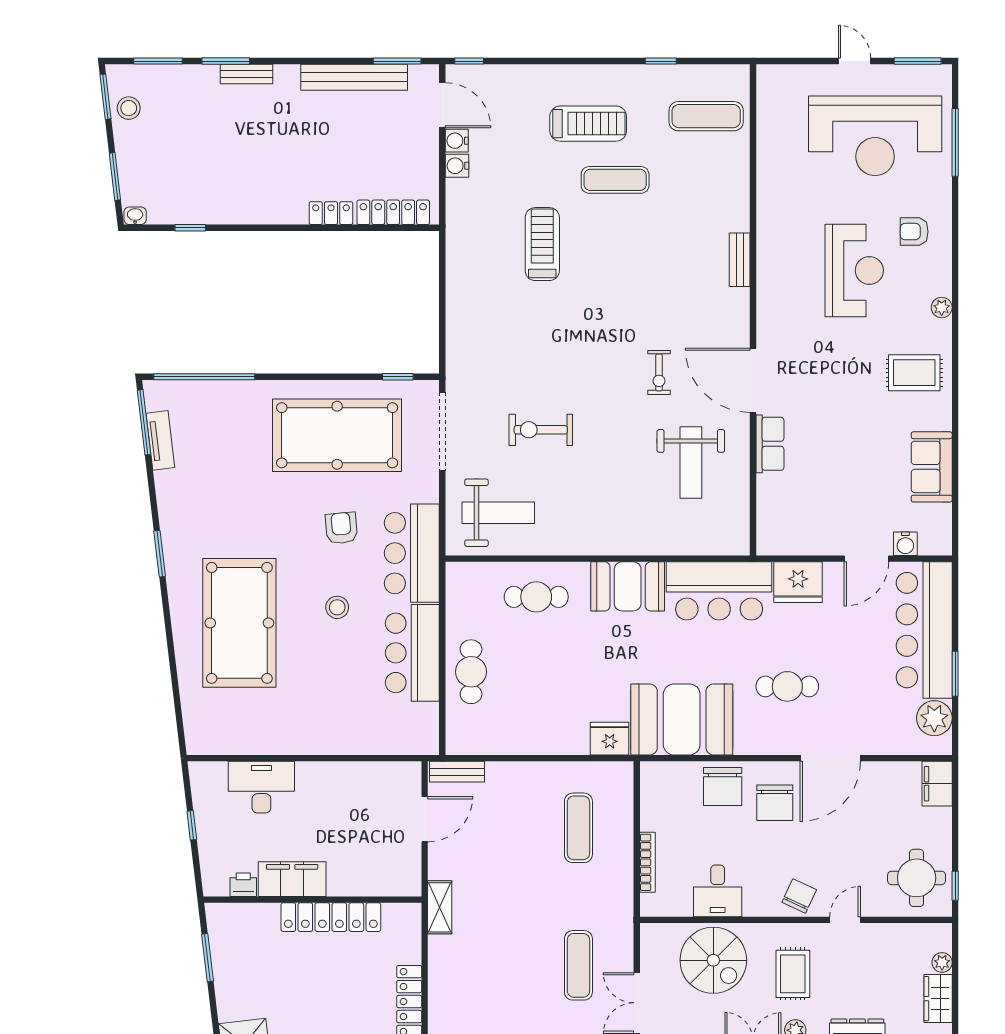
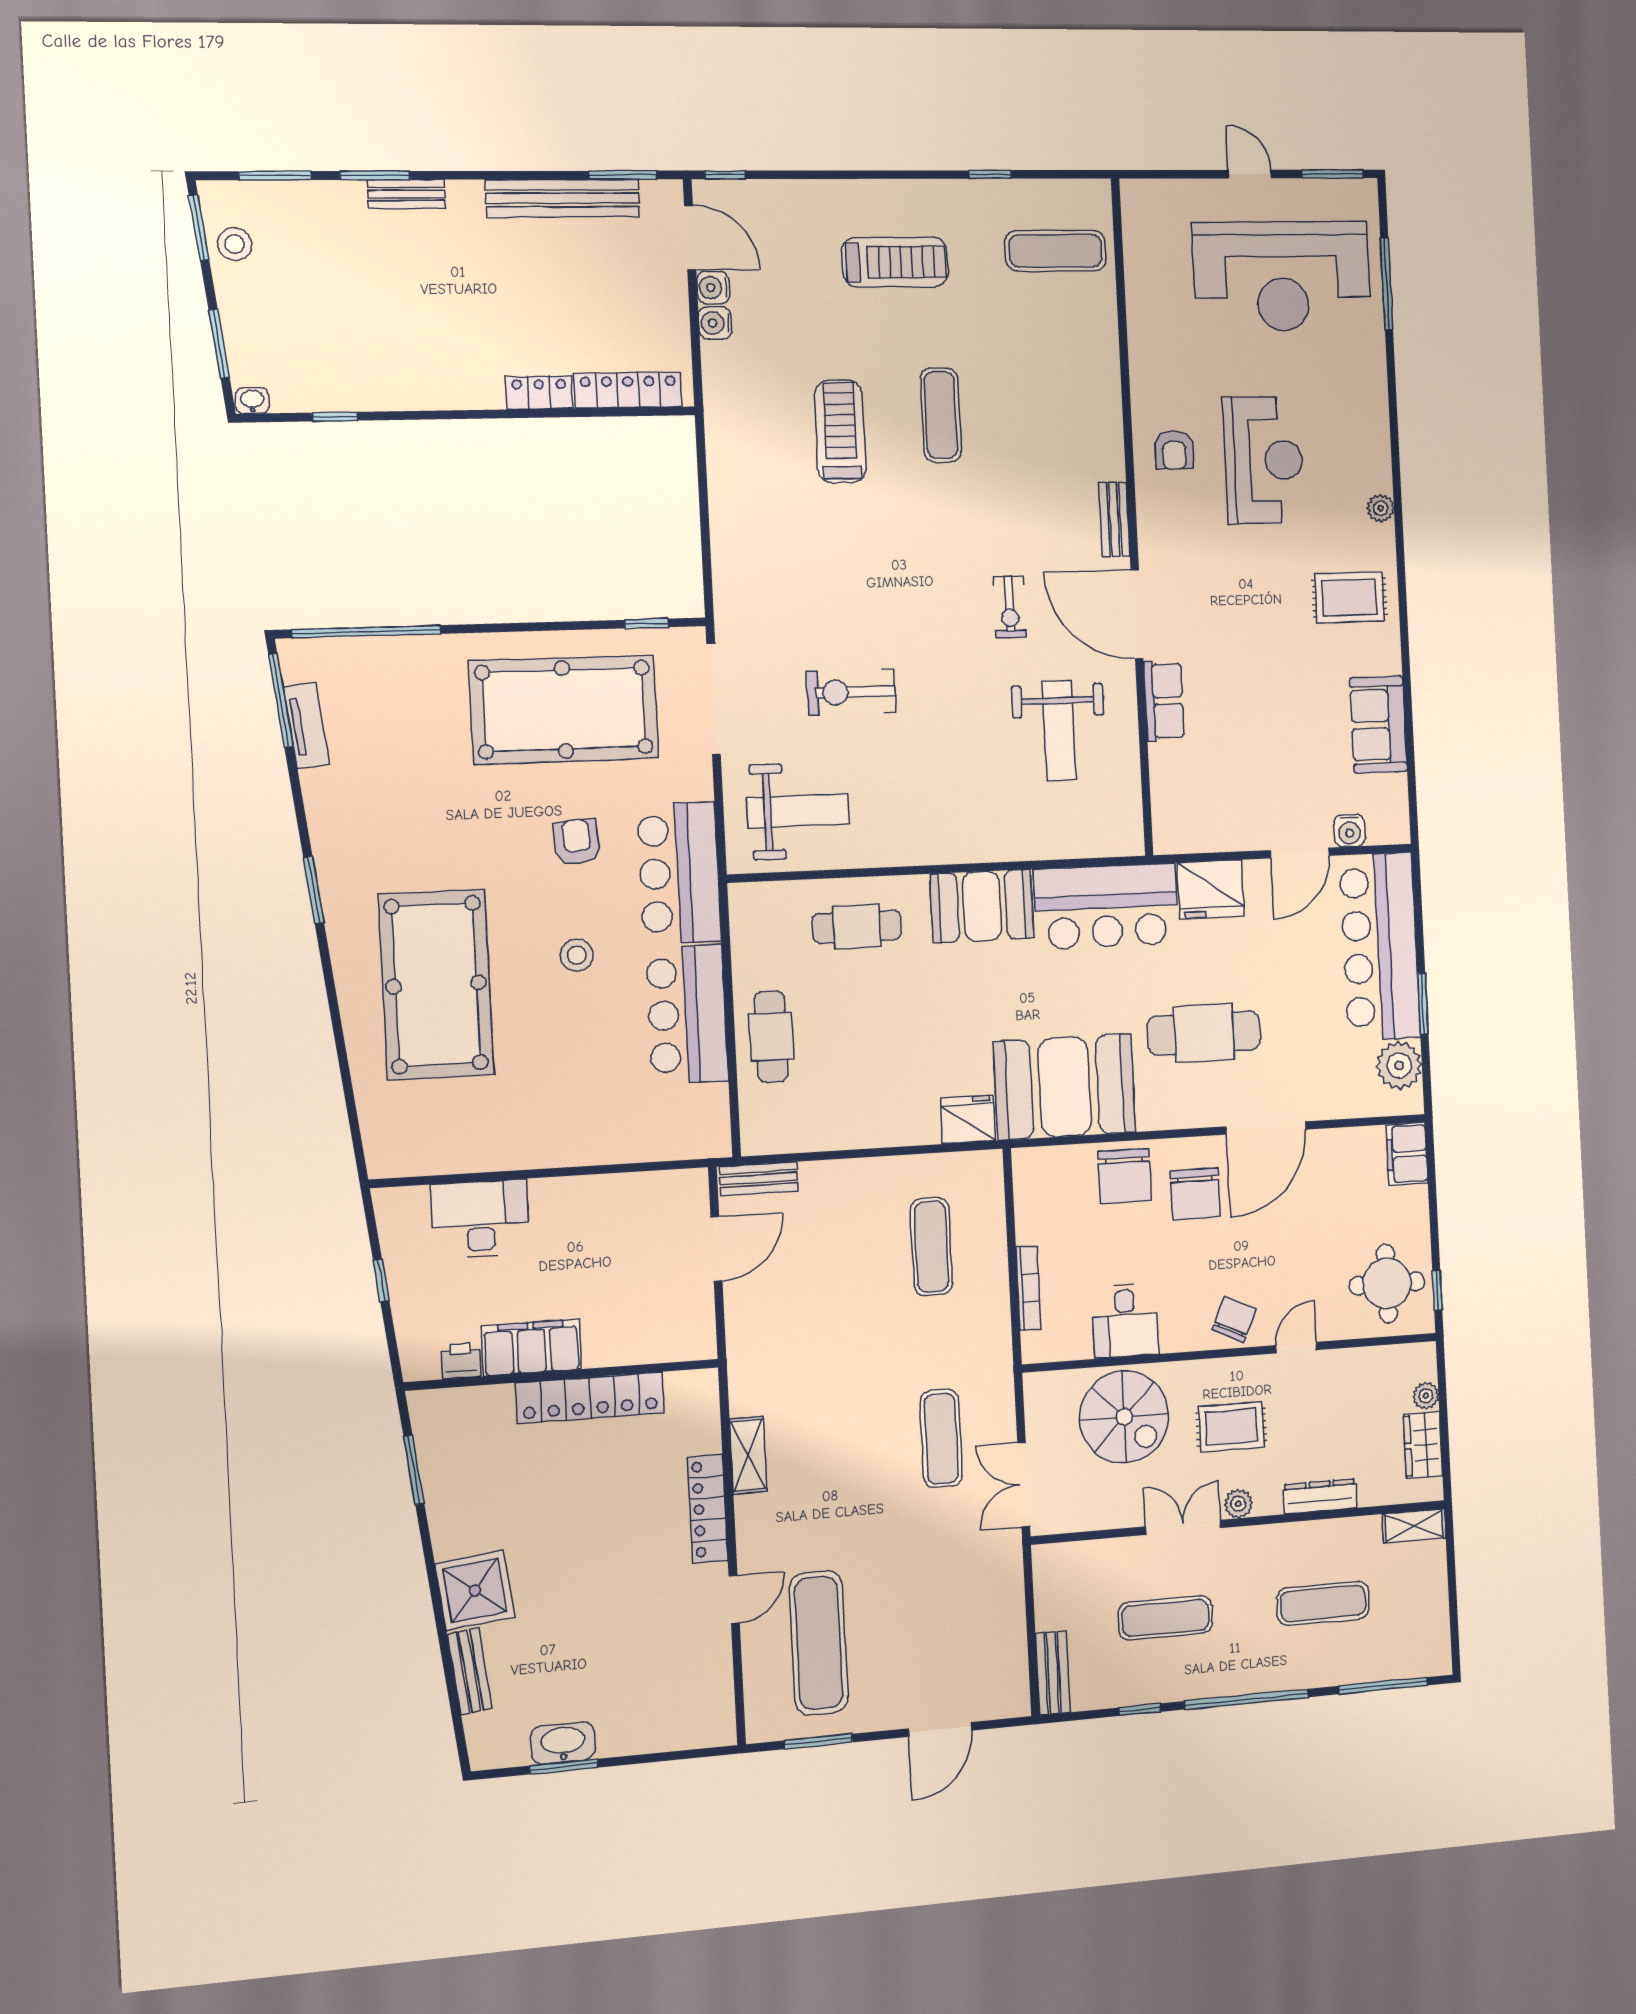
exercise mat: (615, 180) -> (941, 415), moved, turned 90
armchair: (914, 232) -> (1174, 450), moved, turned -90
bench: (740, 260) -> (1114, 519), moved
cafe table: (787, 686) -> (1204, 1033), width x1.37, depth x1.35
shelving: (440, 907) -> (748, 1455), moved
rug: (793, 974) -> (1231, 1427), turned 90

